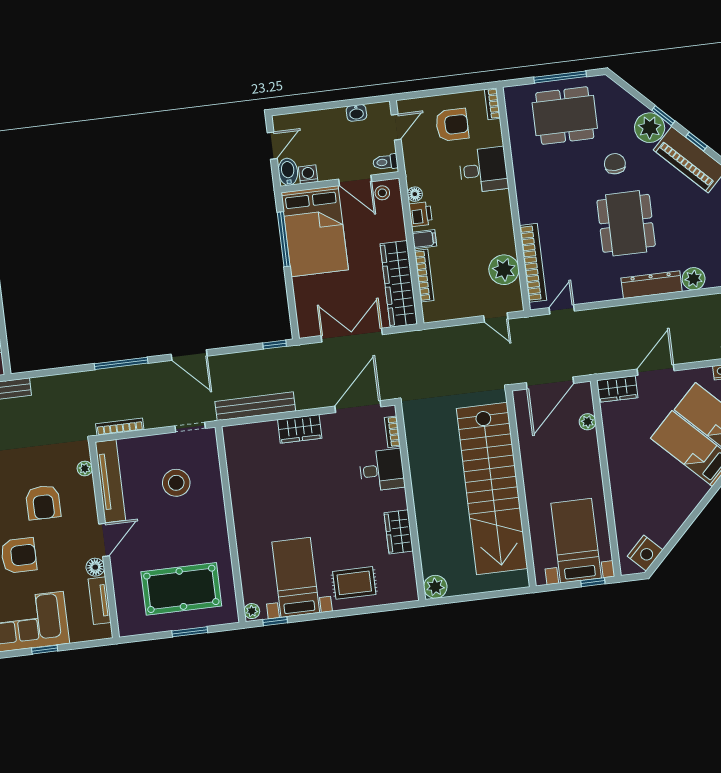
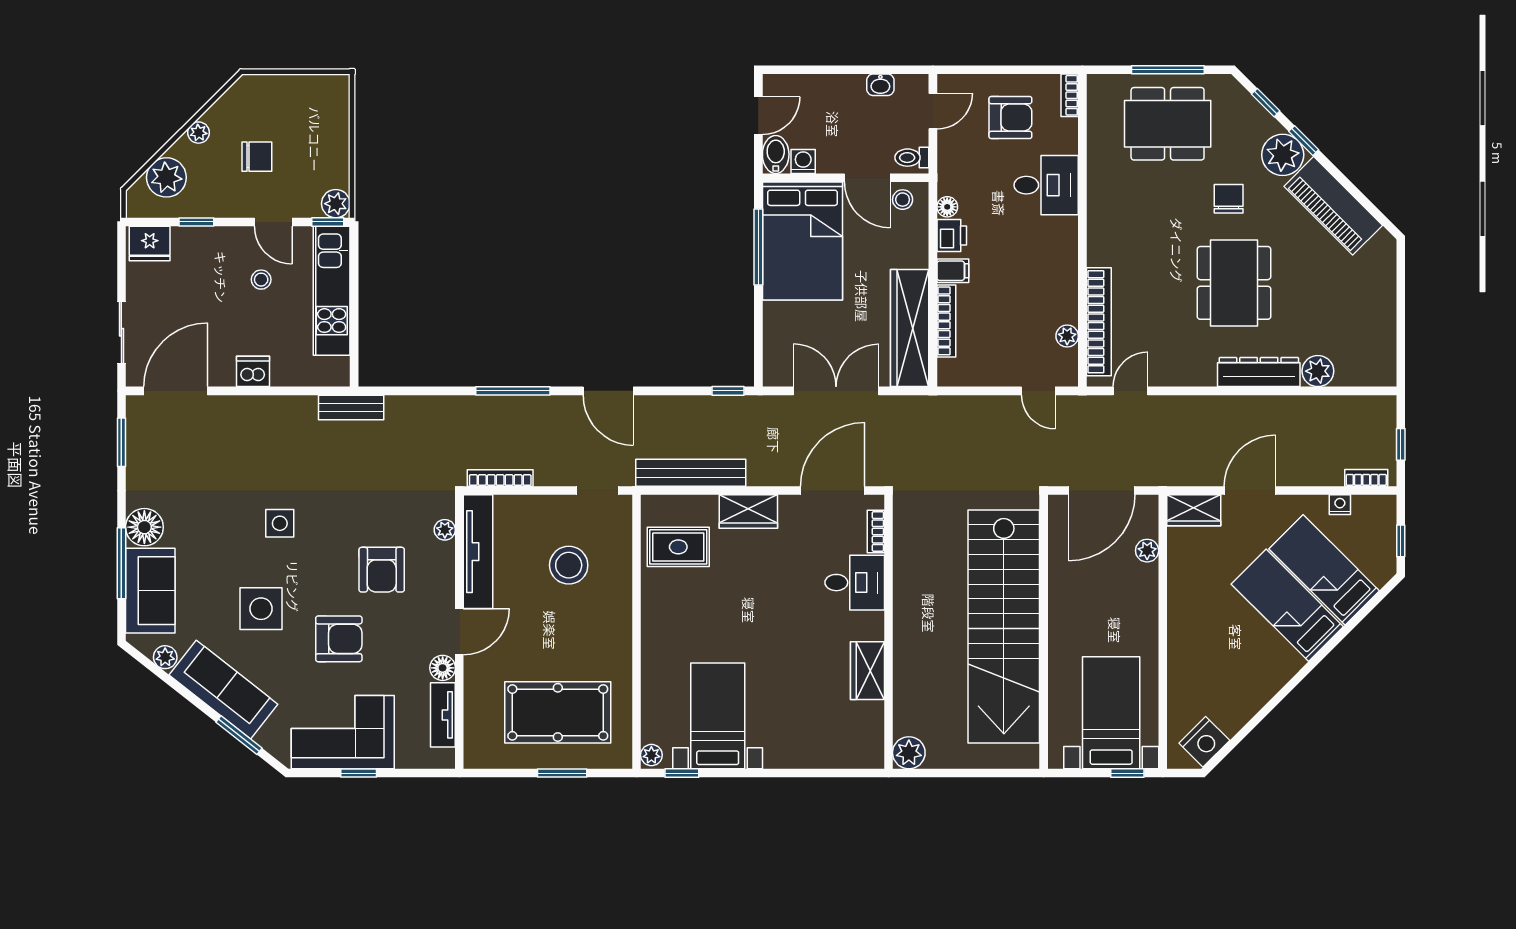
window: (696, 141) -> (1266, 103), moved
plant: (504, 270) -> (1067, 336), width x0.53, depth x0.53
rug: (354, 583) -> (678, 547), moved

